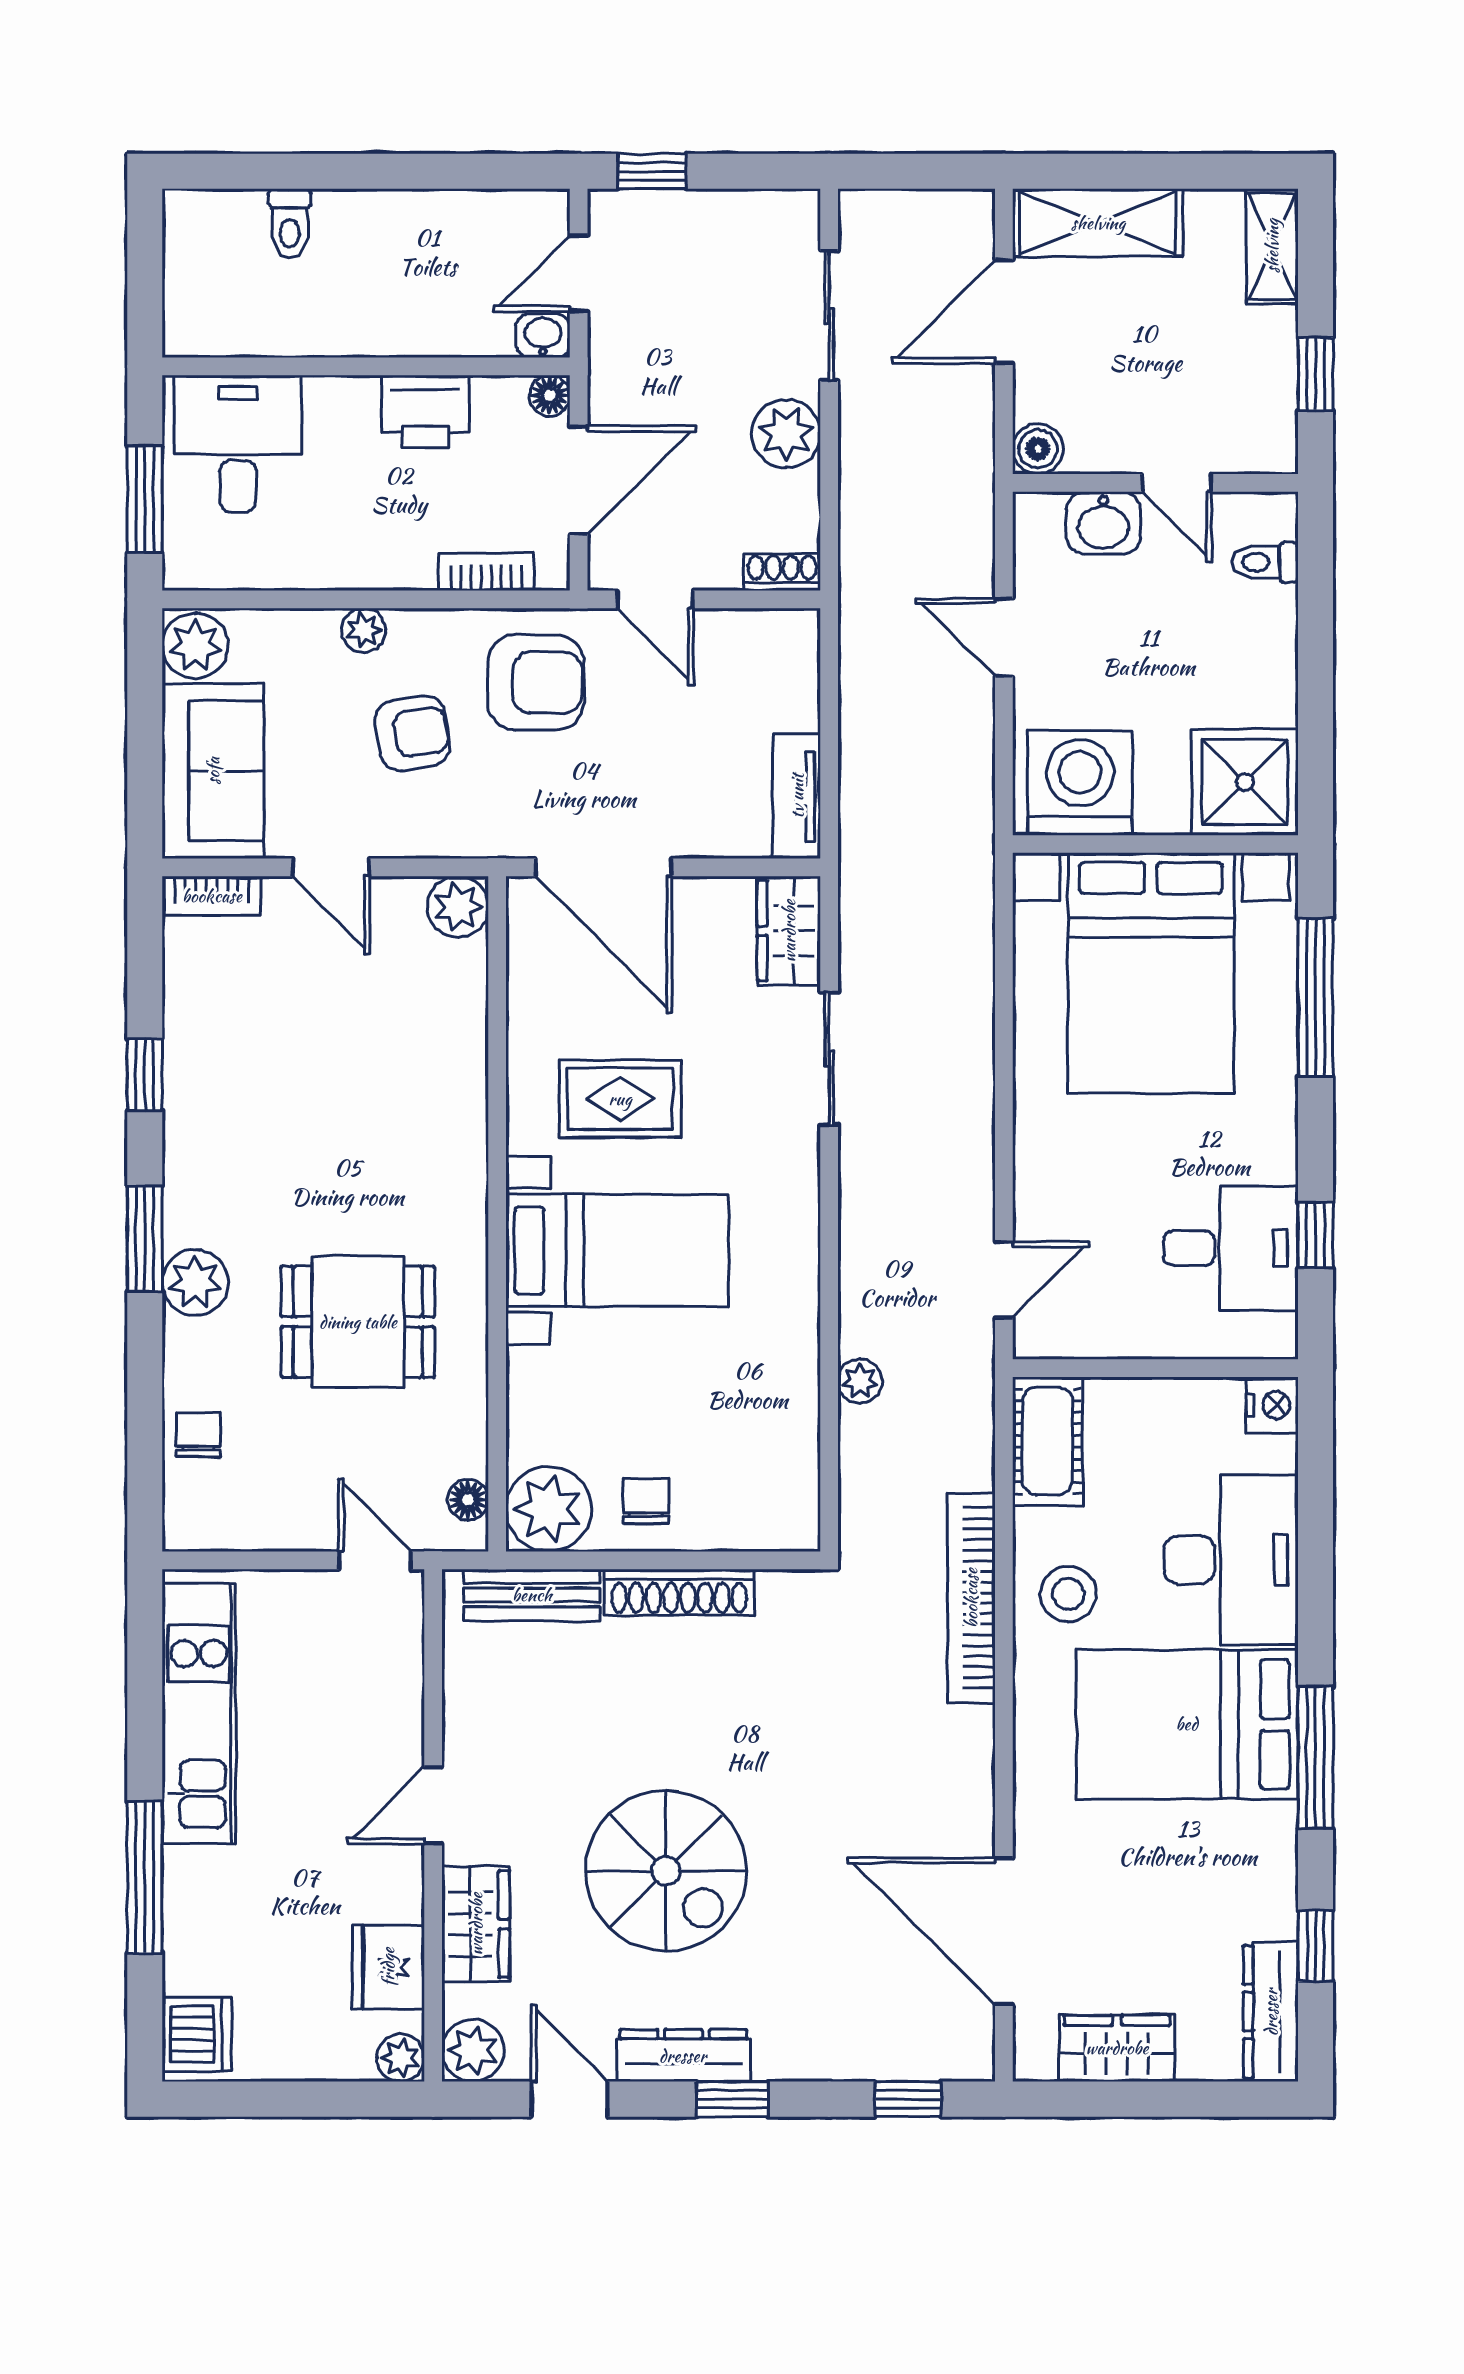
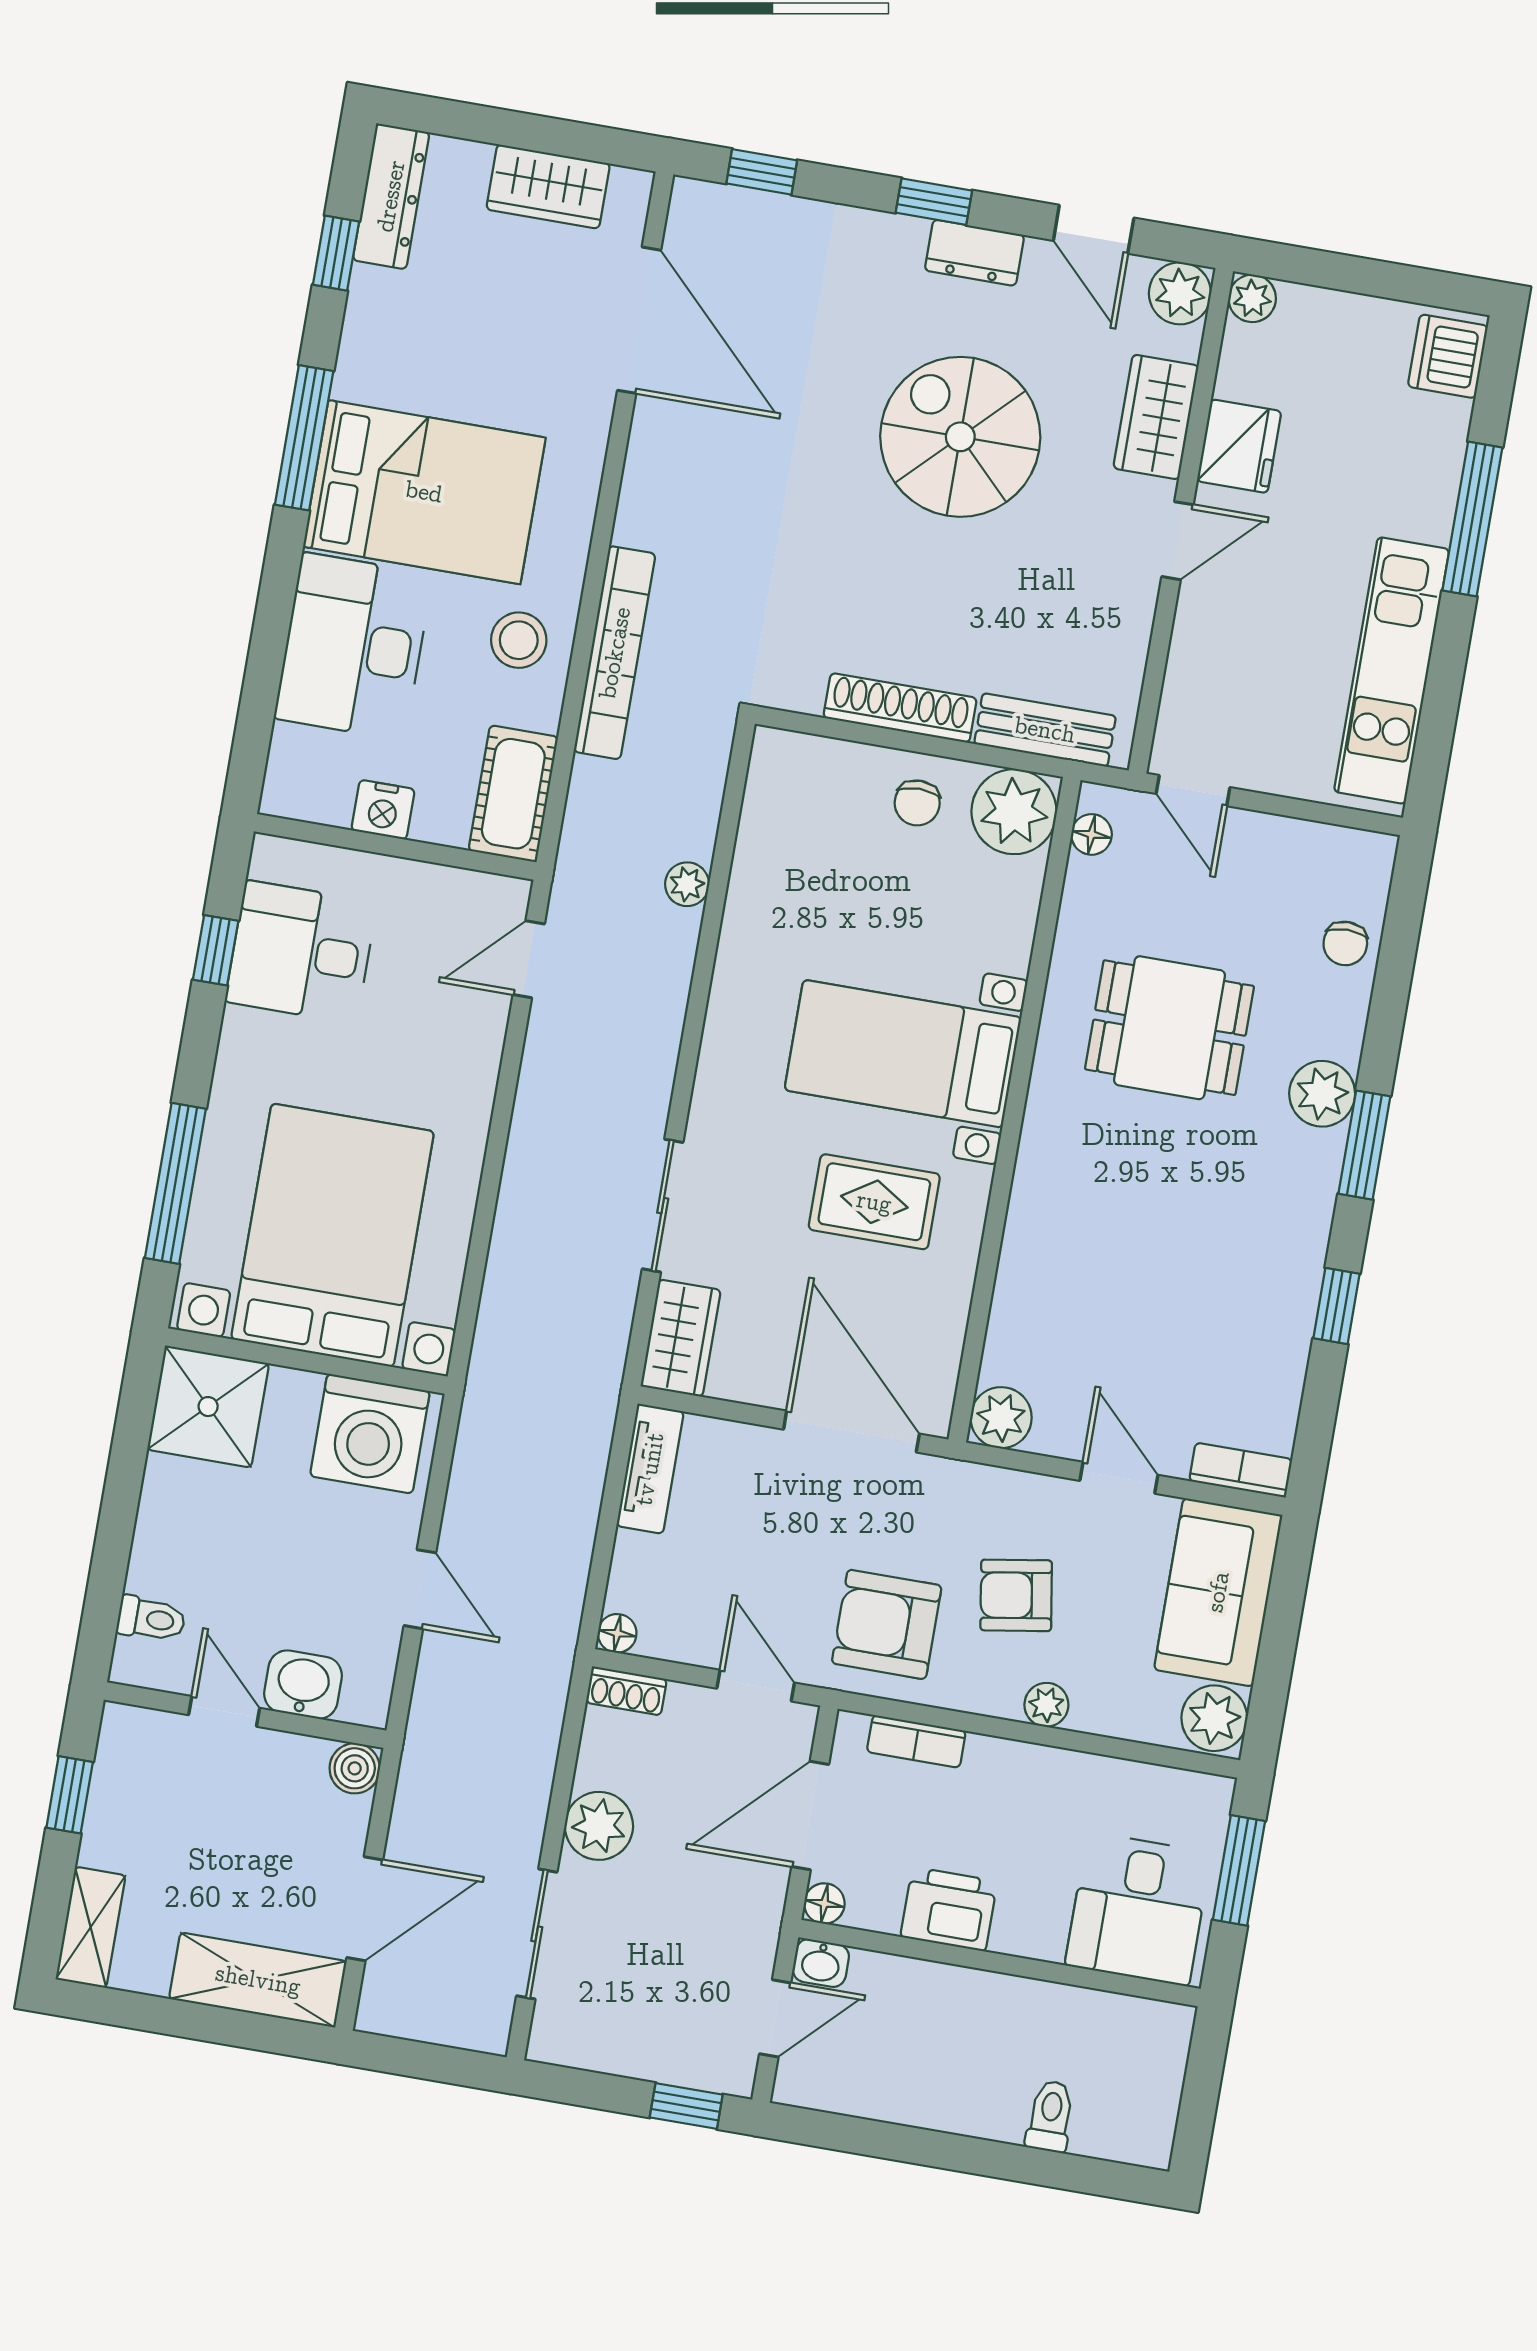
floor lamp: (801, 628) -> (617, 1633), added
nightstand: (1272, 1405) -> (383, 810), moved, turned -90
fridge: (388, 1967) -> (1239, 446), moved
dresser: (683, 2056) -> (974, 253), width x0.70

